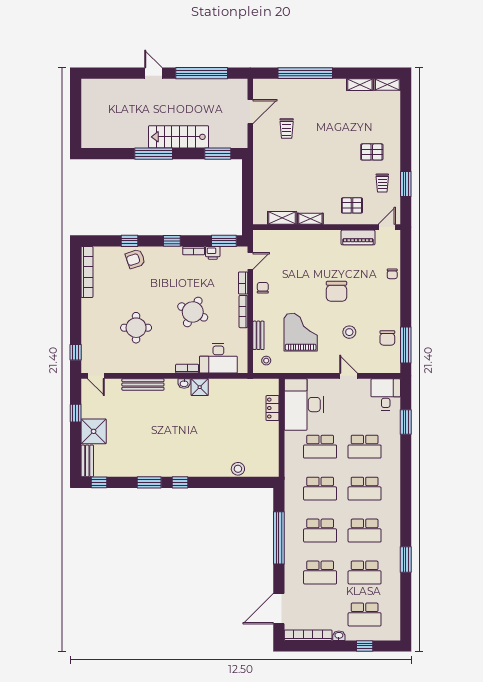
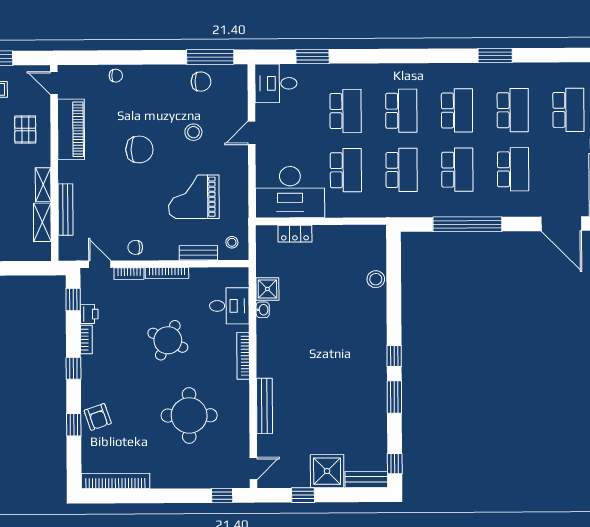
bench: (292, 235) -> (65, 210), added
piano: (358, 237) -> (71, 129), width x1.37, depth x1.33
window: (224, 241) -> (73, 299), width x0.67
round table: (136, 328) -> (189, 415), width x1.36, depth x1.36
desk: (218, 358) -> (229, 306), width x0.73
bookcase: (187, 369) -> (243, 356), width x1.56
washbasin: (184, 383) -> (263, 310), moved
shower: (200, 387) -> (267, 289), moved

